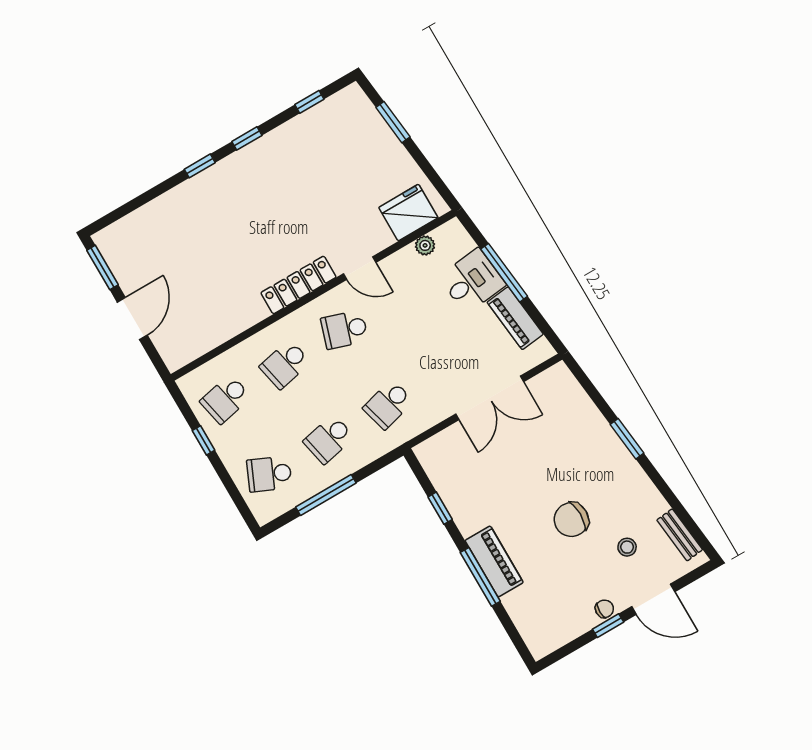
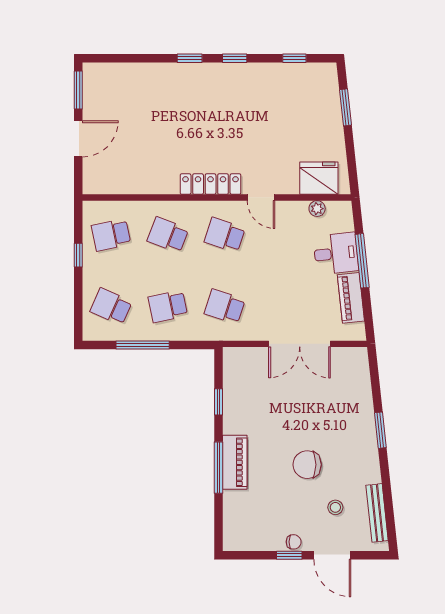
school desk: (285, 364) -> (168, 235), turned 33
school desk: (388, 404) -> (225, 306), turned 33
bench: (680, 535) -> (377, 513), width x1.36

